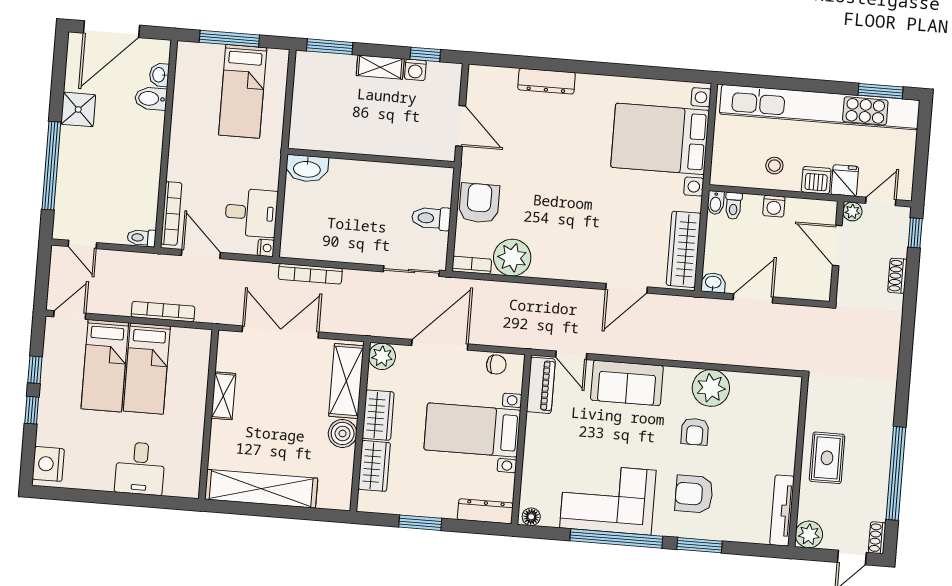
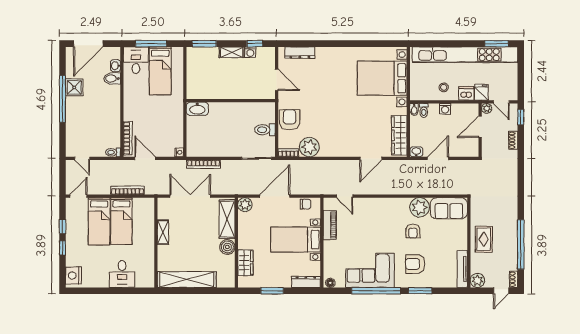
dresser: (547, 81) -> (300, 53), moved
window: (51, 166) -> (62, 99), moved
door: (881, 201) -> (501, 102), swing flipped
desk: (251, 213) -> (136, 60), moved, turned -90
door: (837, 245) -> (480, 127), hinge flipped
sofa: (627, 383) -> (449, 208), moved
piano: (541, 385) -> (330, 225), moved
wardrobe: (378, 415) -> (245, 236), removed

